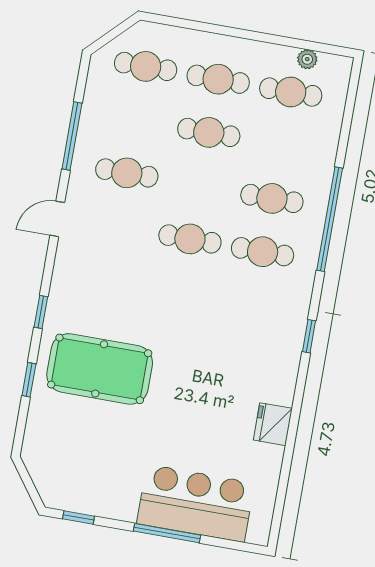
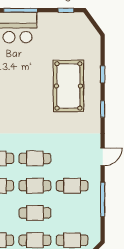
cafe table: (199, 186) -> (35, 186), added
pool table: (100, 369) -> (68, 86), turned 90

